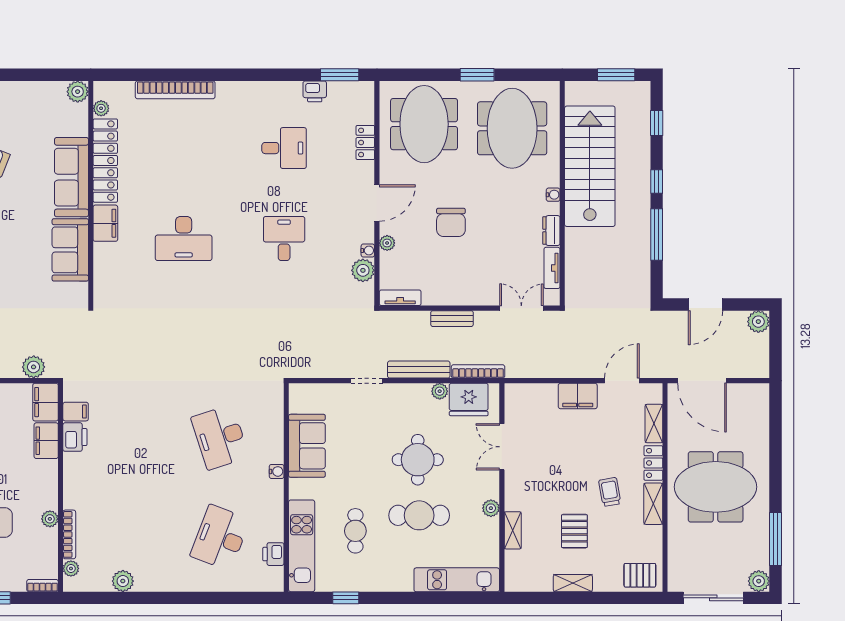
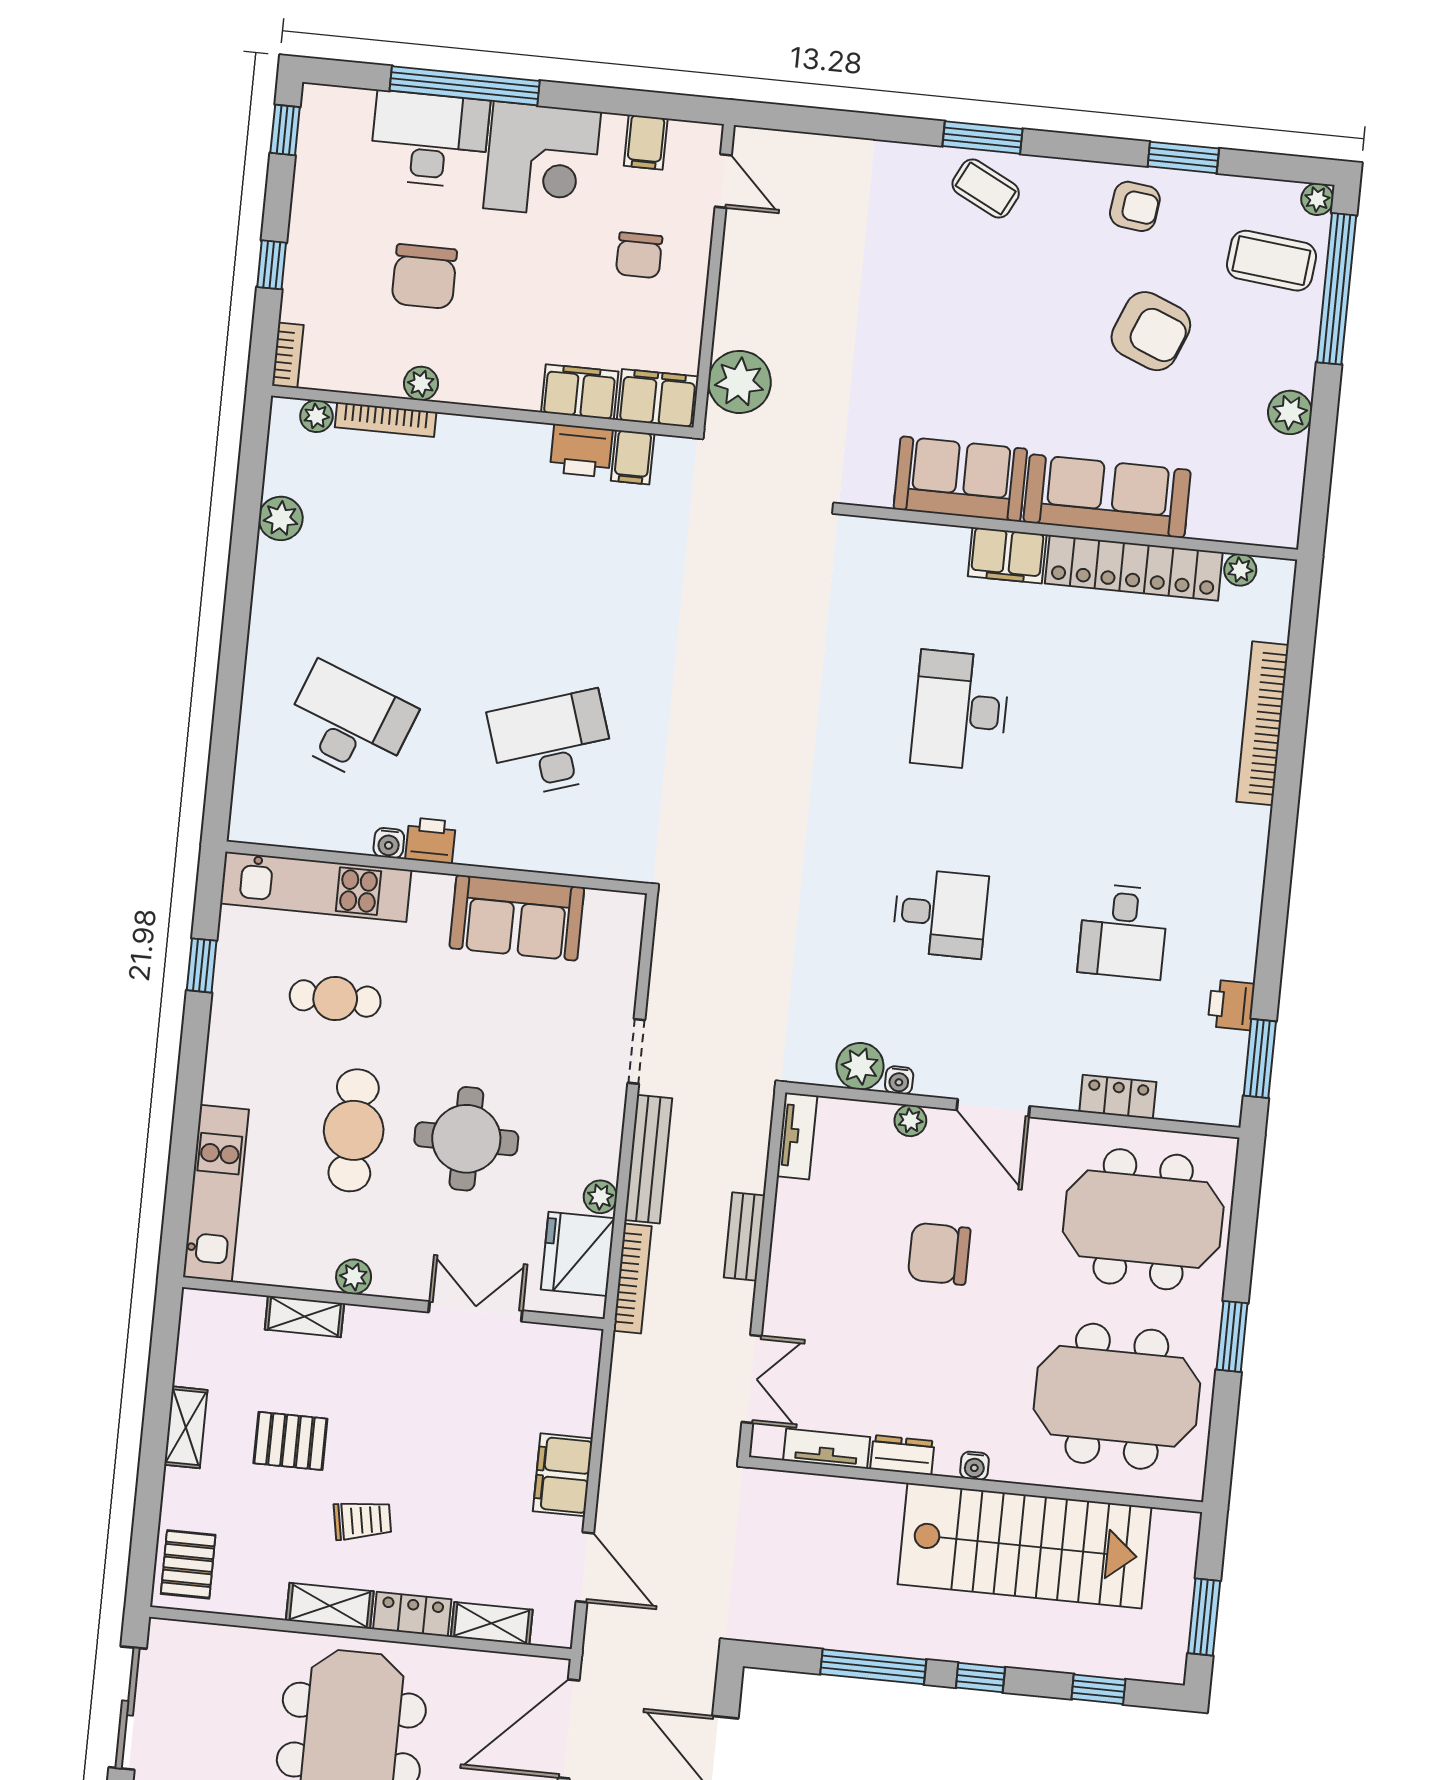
plant: (78, 92) -> (1290, 412), moved
plant: (34, 367) -> (739, 382), width x1.36, depth x1.36
water cooler: (277, 471) -> (389, 843), moved
printer: (273, 554) -> (431, 841), moved

